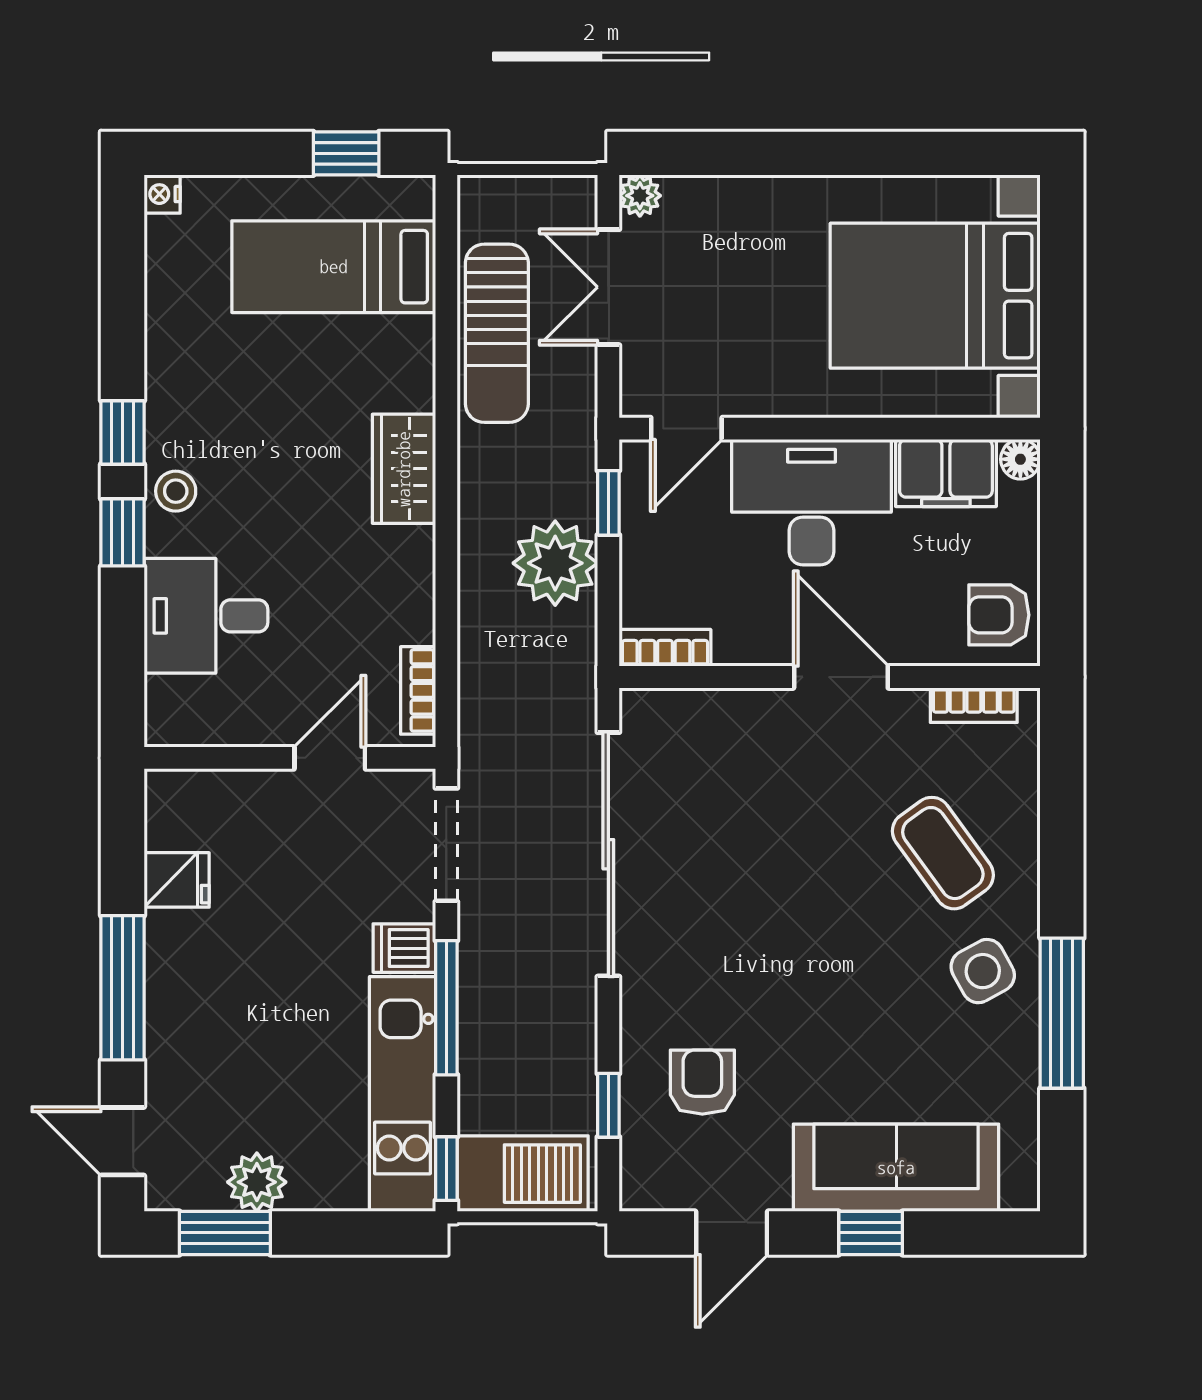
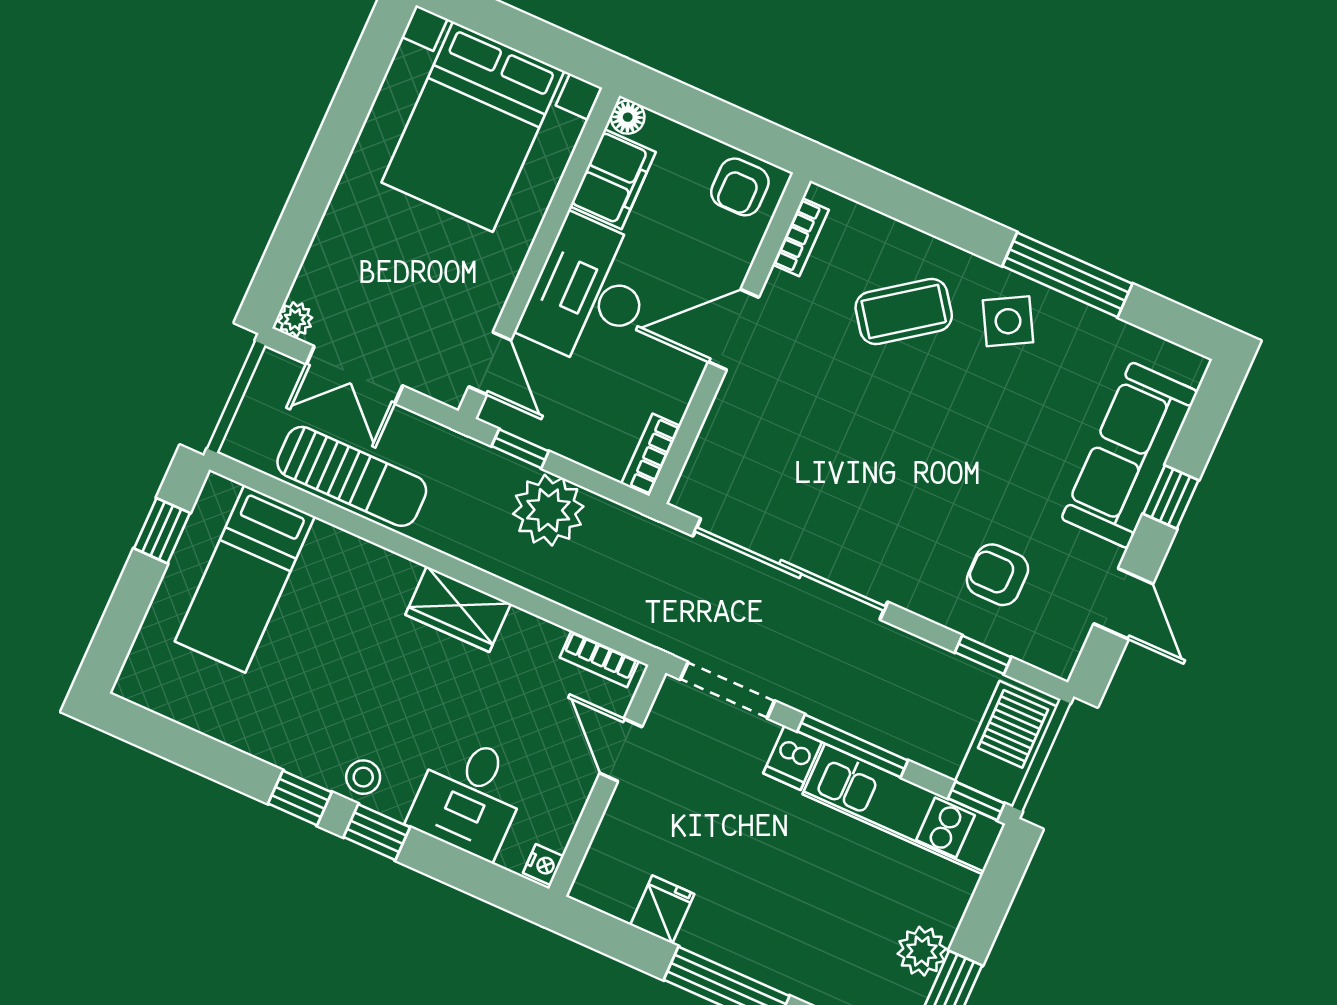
nightstand: (162, 194) -> (543, 865), moved, turned -90
wardrobe: (404, 469) -> (458, 609), moved

